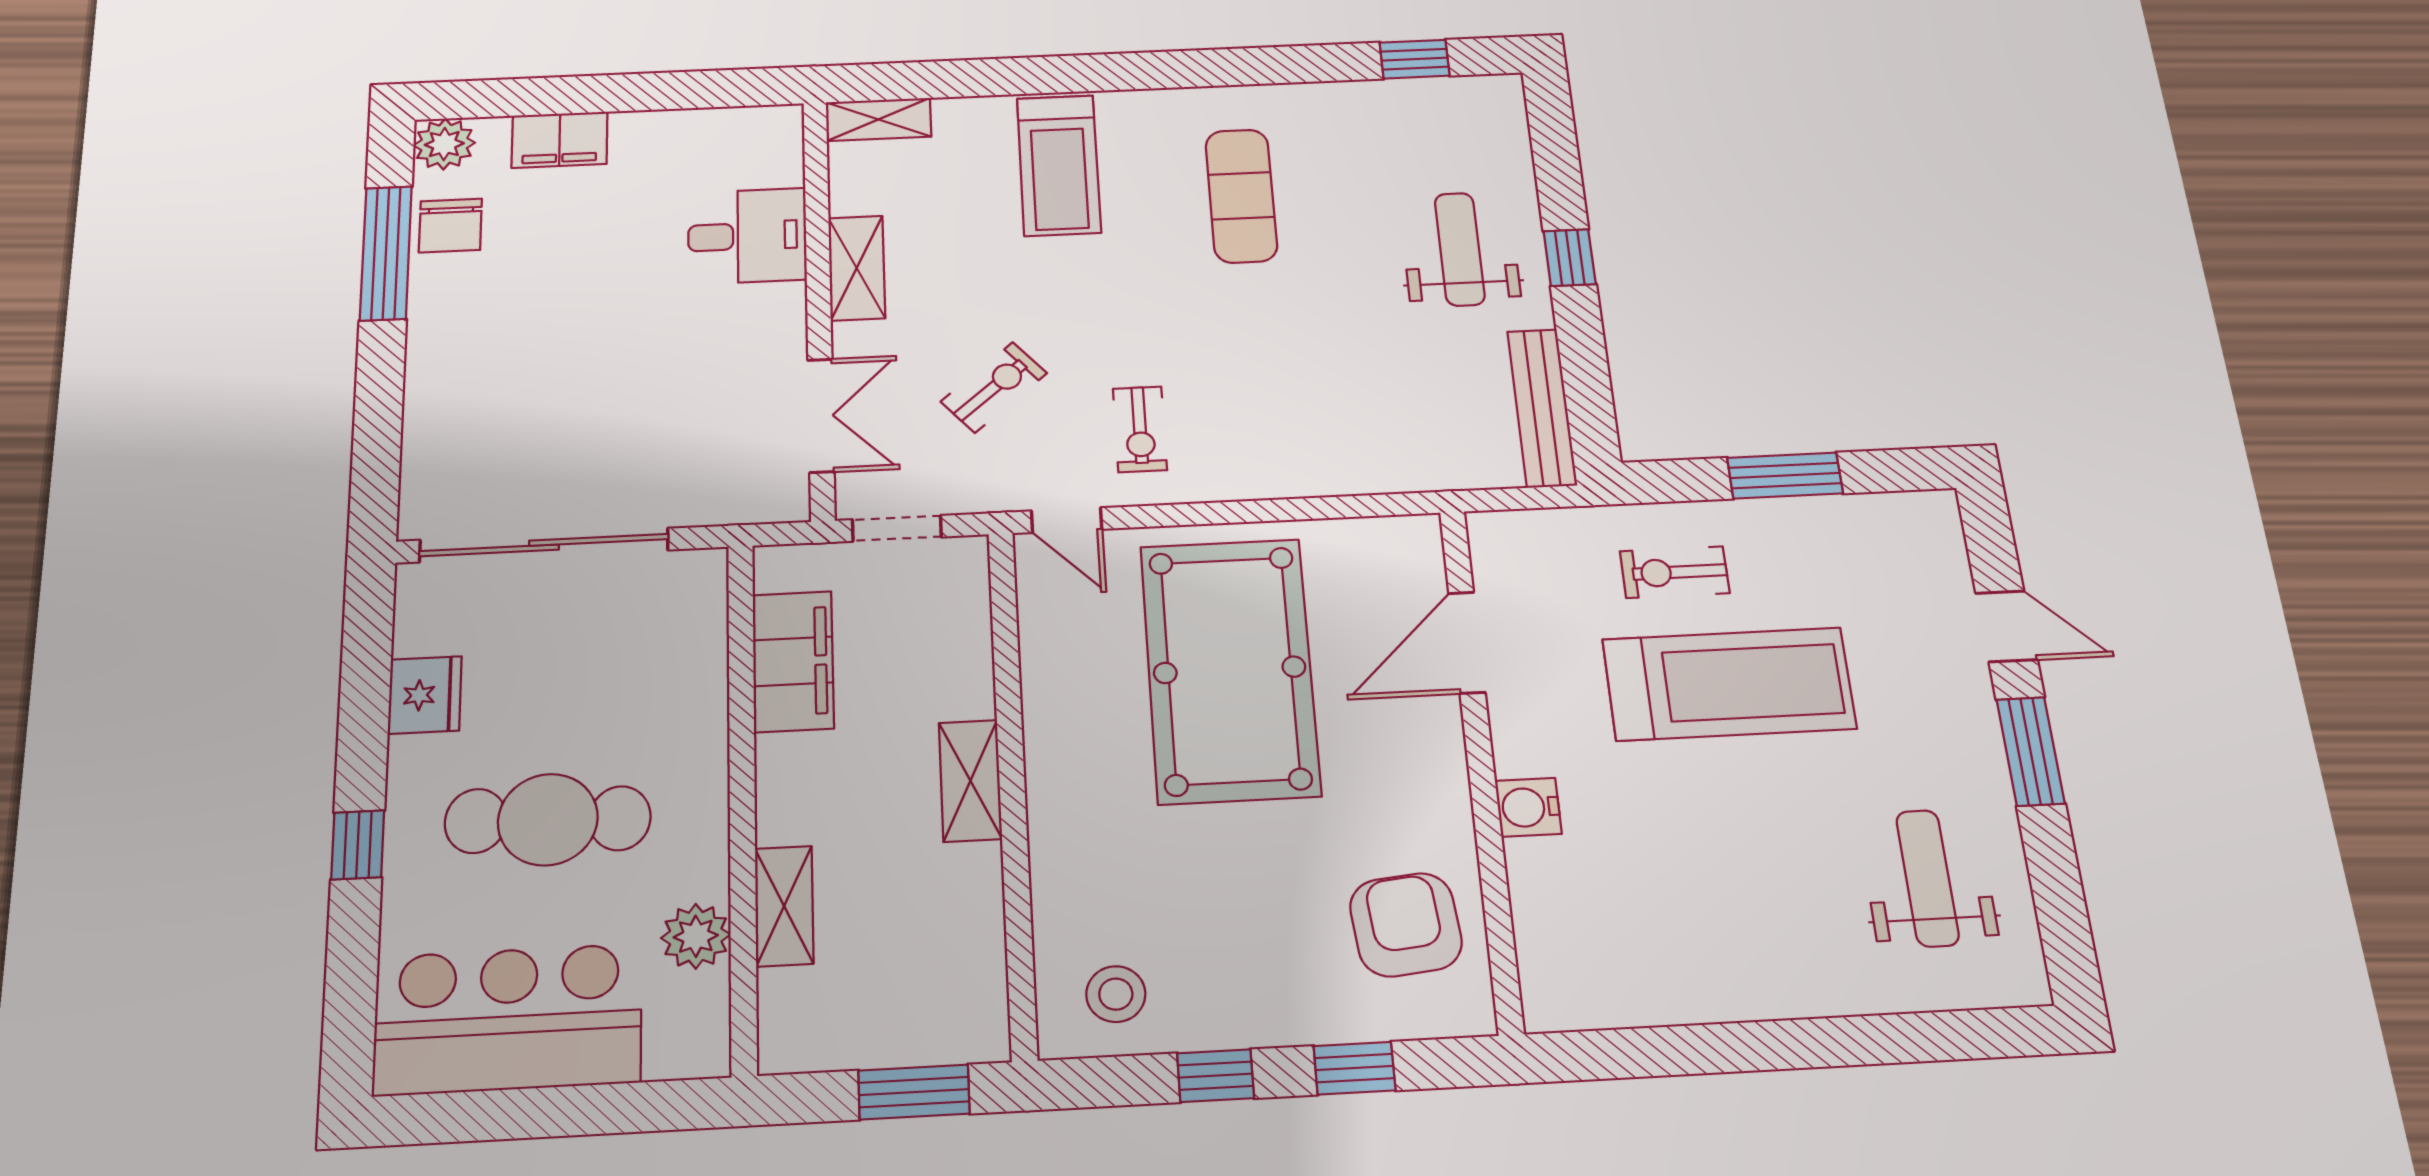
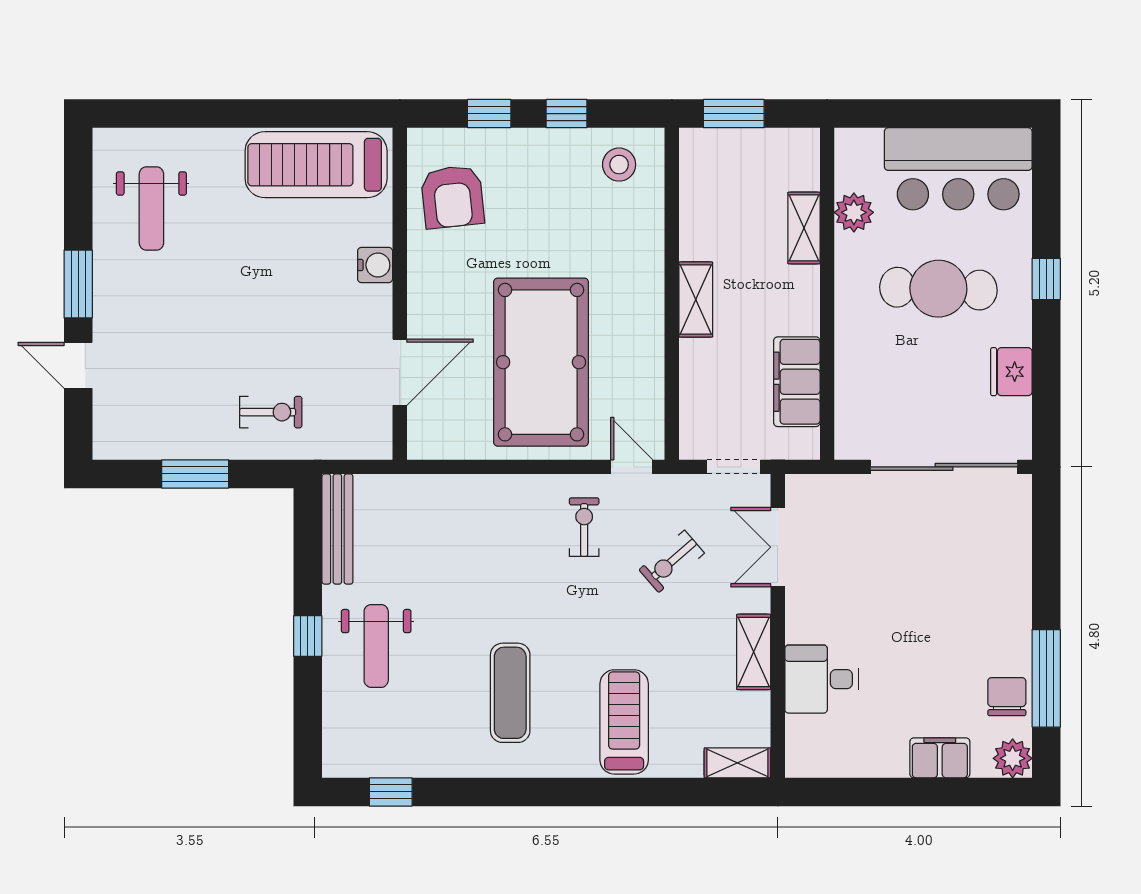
treadmill: (1729, 684) -> (316, 165), moved

